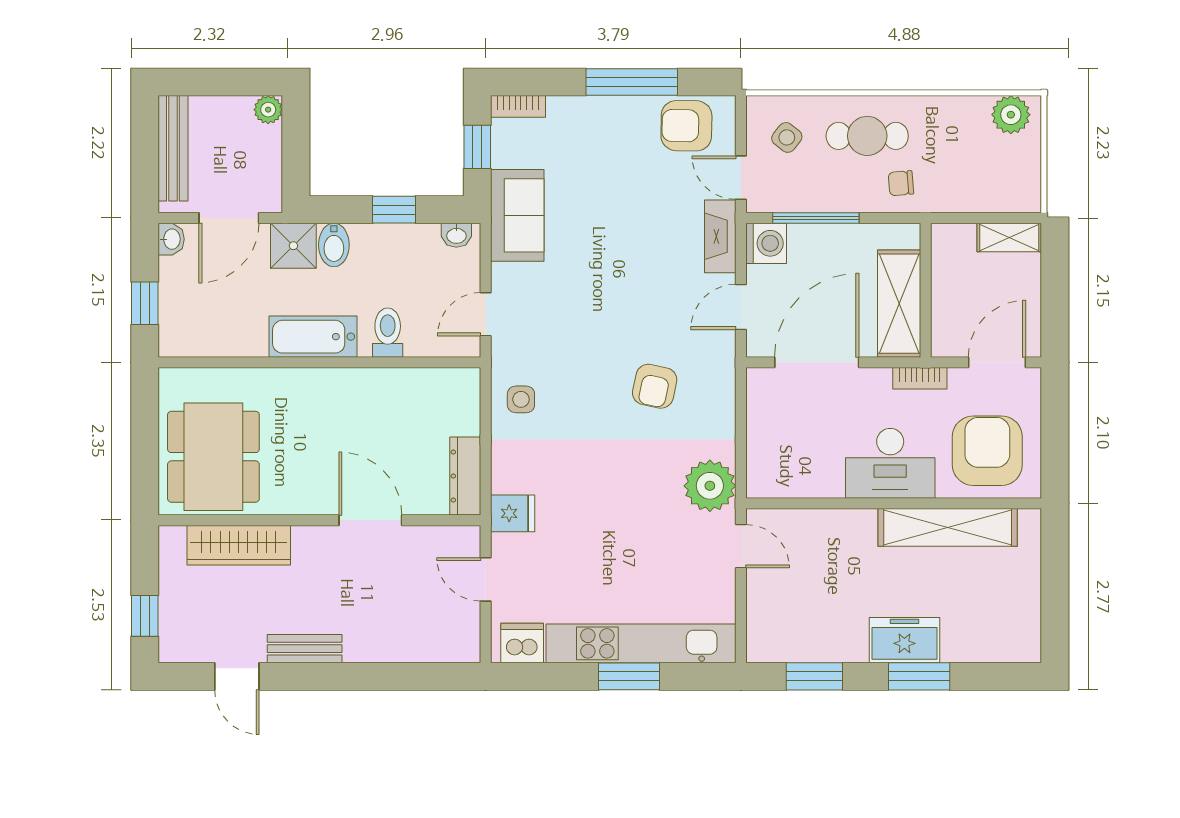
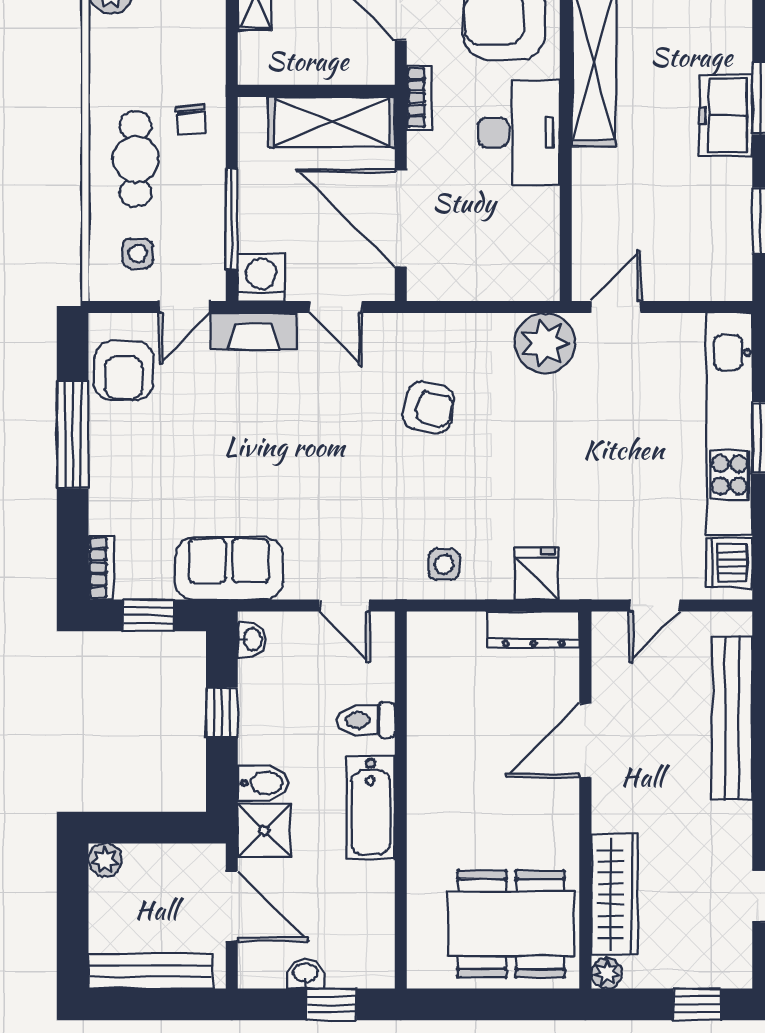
side table: (787, 137) -> (138, 253), turned -38
washbasin: (171, 239) -> (306, 973), moved
fridge: (513, 513) -> (537, 574), moved
plant: (171, 538) -> (607, 973), added
bench: (305, 649) -> (732, 718), moved, width x1.86, depth x1.21

